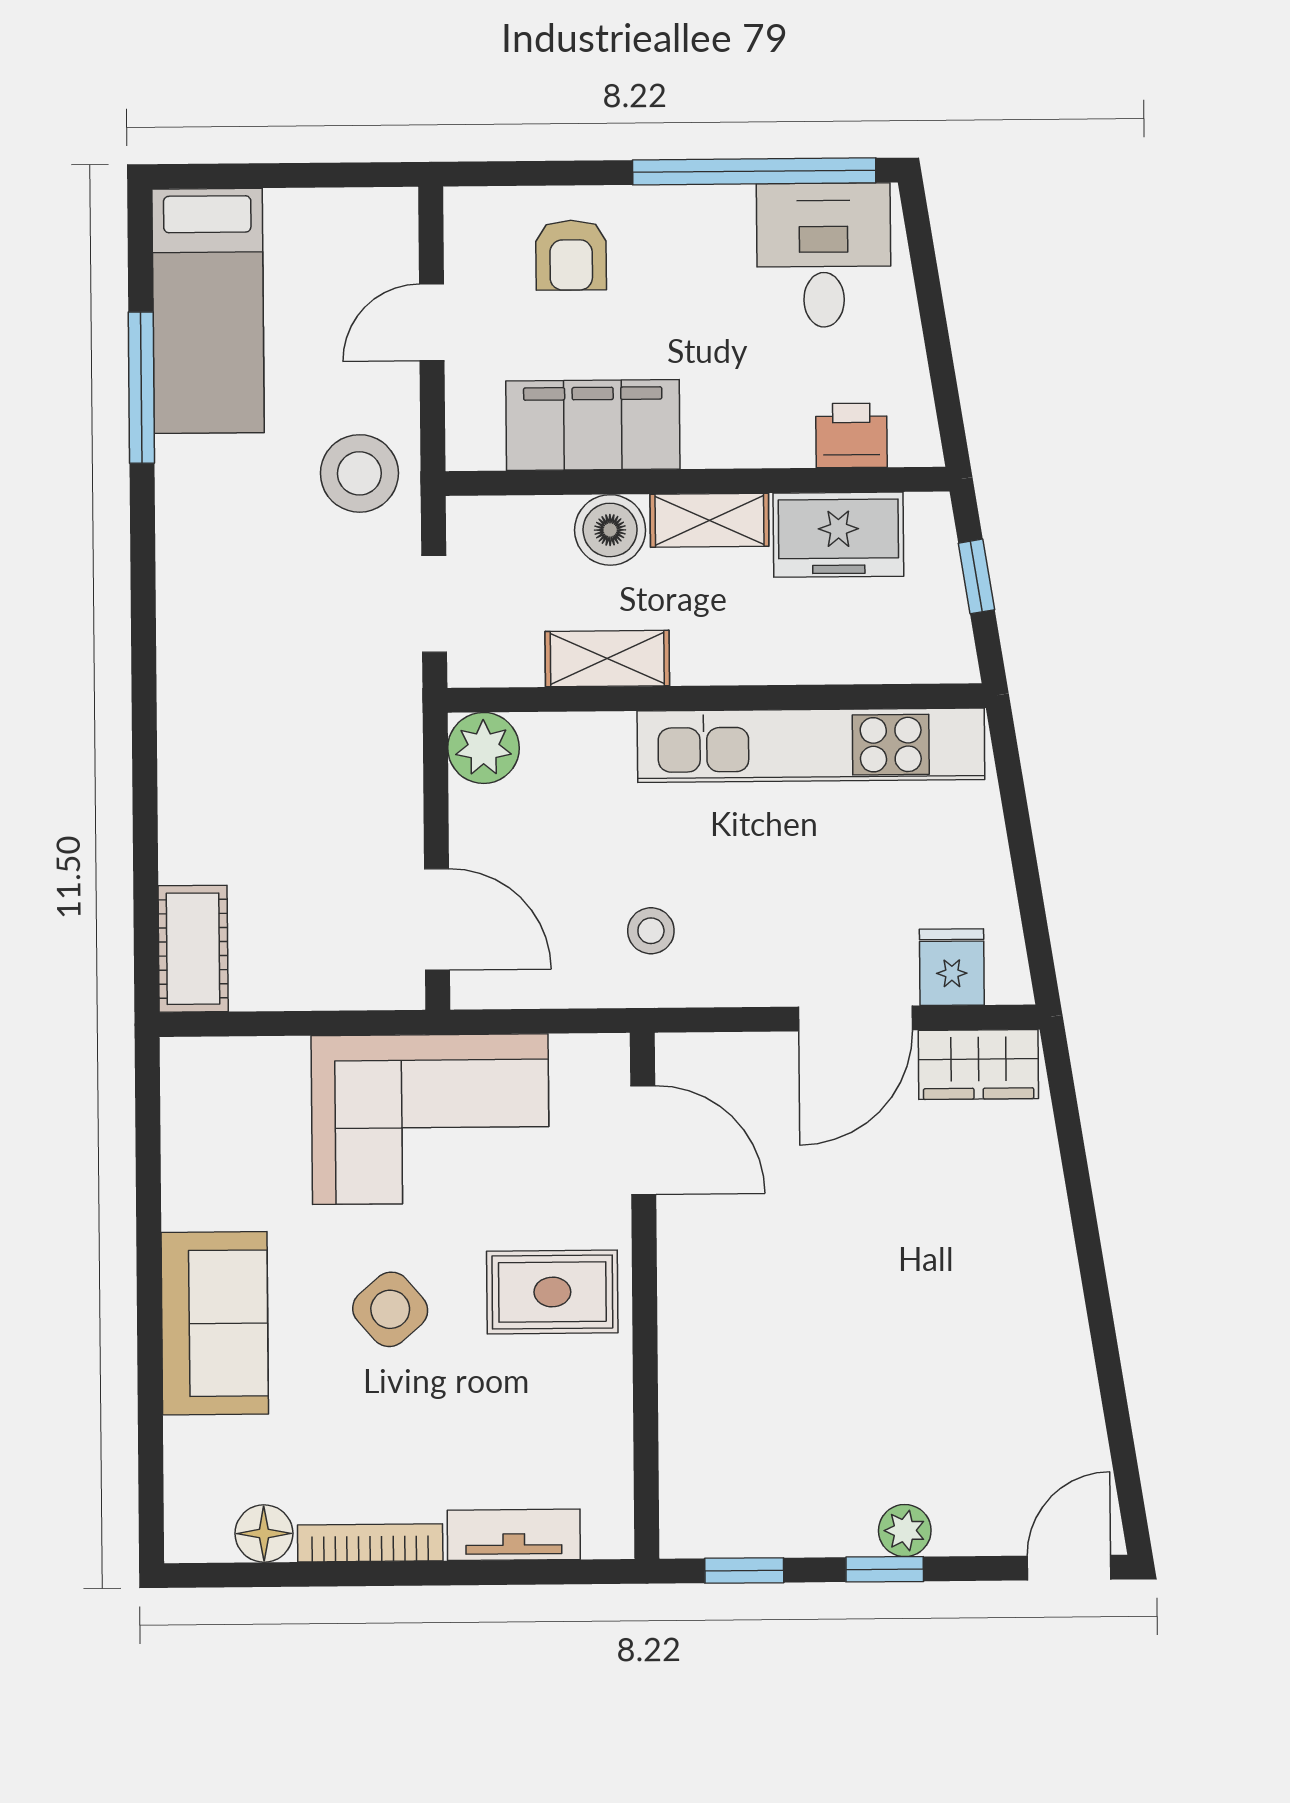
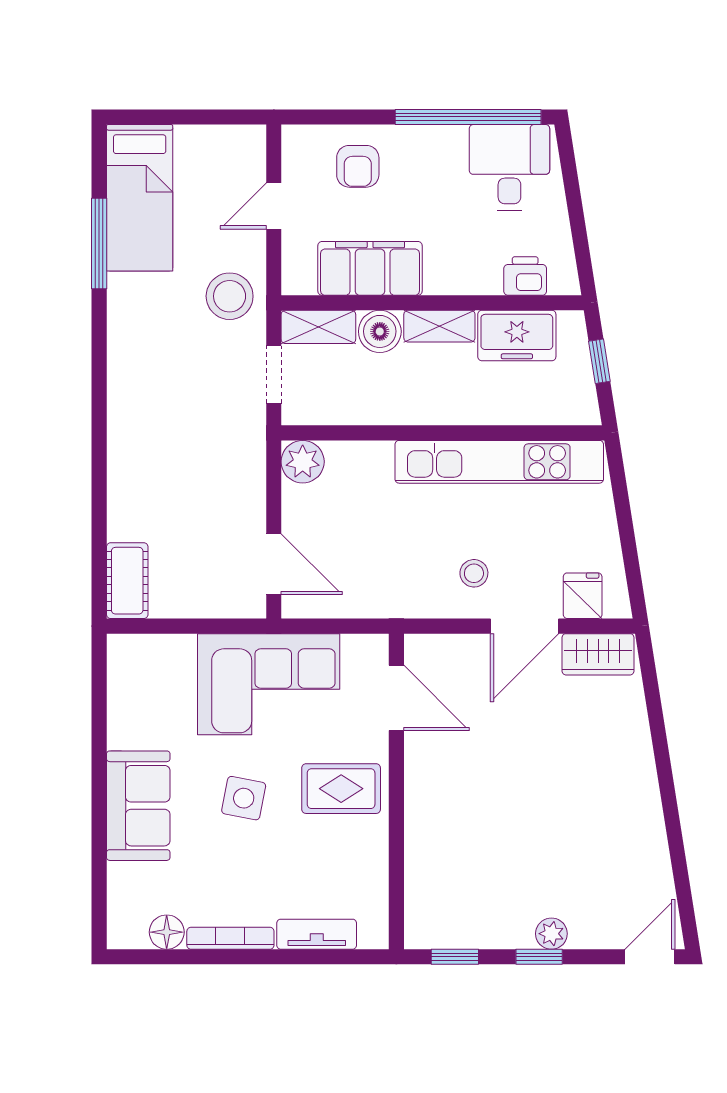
shelving: (607, 659) -> (318, 327), moved
stool: (651, 931) -> (474, 573), moved
side table: (390, 1309) -> (244, 798), turned -38

